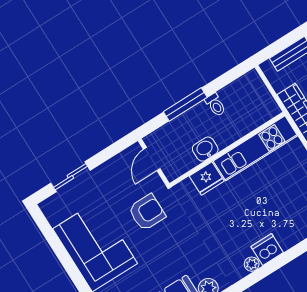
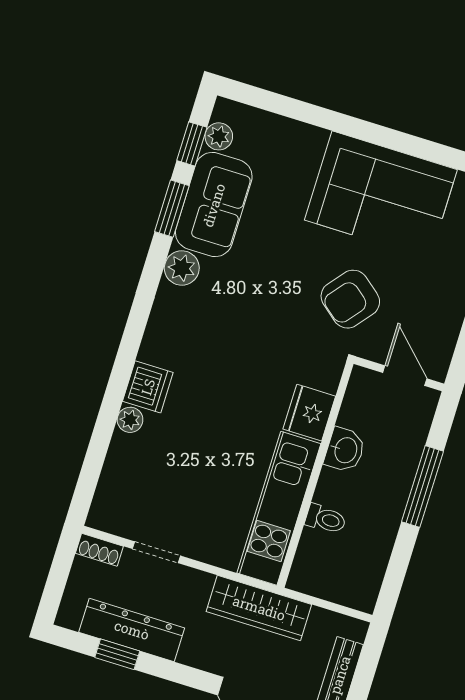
toilet: (215, 105) -> (326, 519), moved, turned 180
armchair: (147, 212) -> (350, 299), turned 39
plant: (252, 264) -> (130, 420), moved

